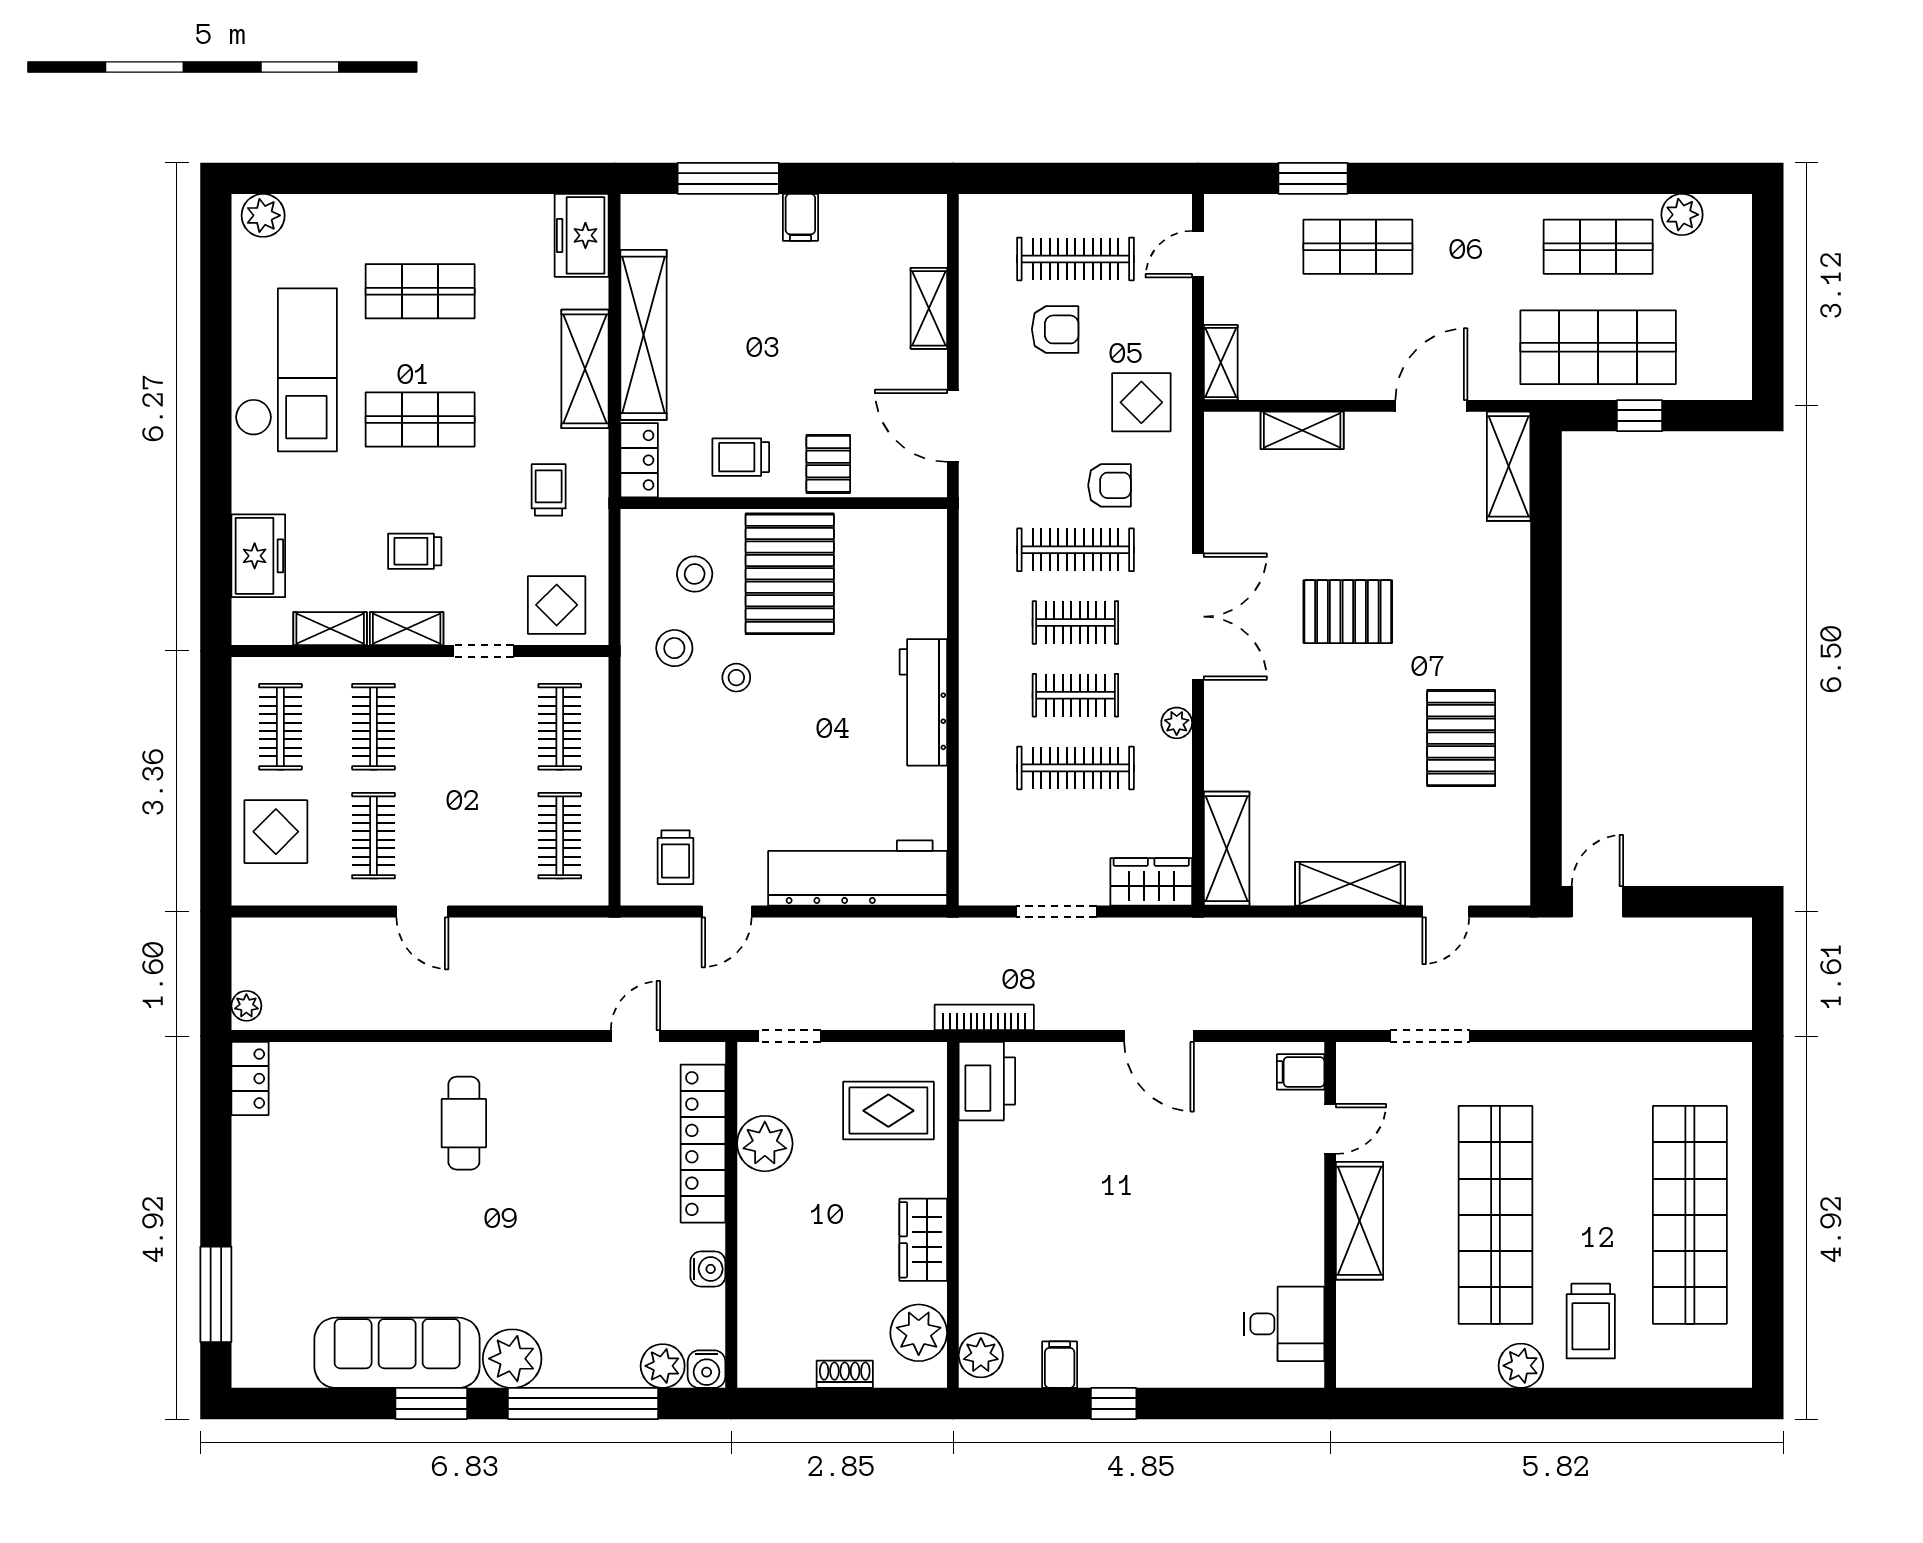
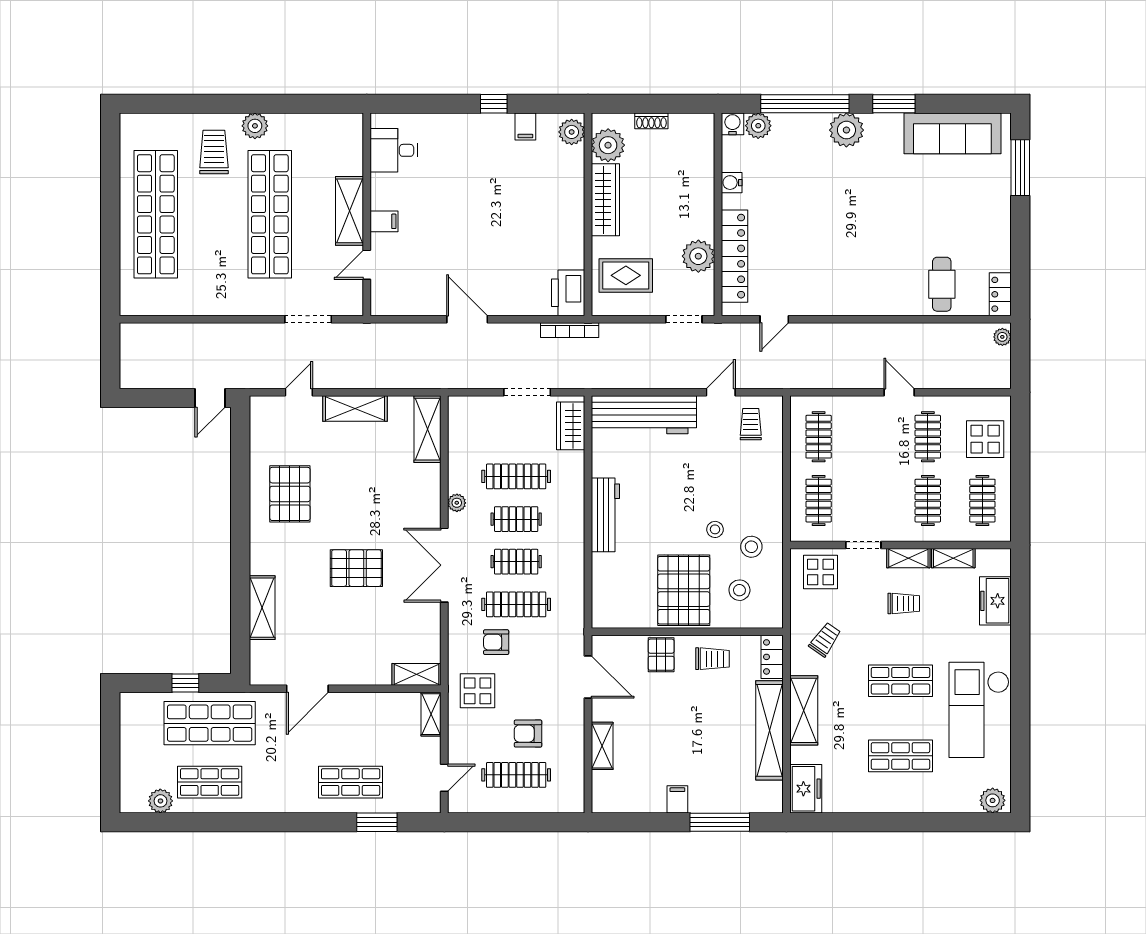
shelving: (1302, 430) -> (417, 674), moved
shelving: (1509, 466) -> (262, 608), moved
trolley: (549, 490) -> (825, 639), turned -145
wardrobe: (1151, 882) -> (571, 426), moved, turned 90
filing cabinet: (1301, 1072) -> (384, 221), moved
cafe table: (464, 1123) -> (942, 284), moved
wardrobe: (923, 1240) -> (605, 200), width x1.50
sofa: (397, 1353) -> (952, 133), moved

